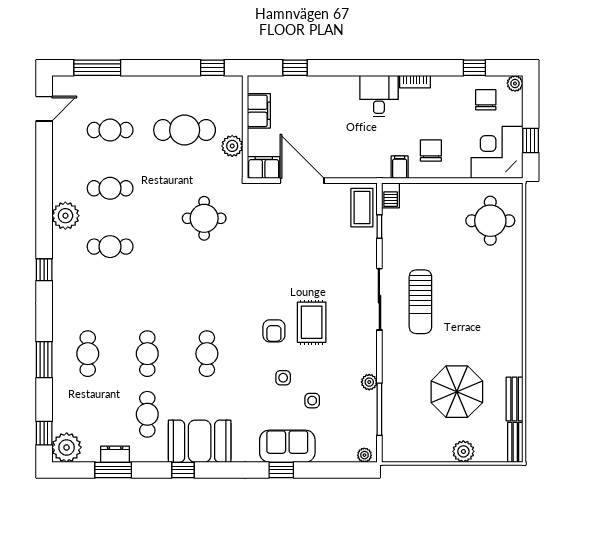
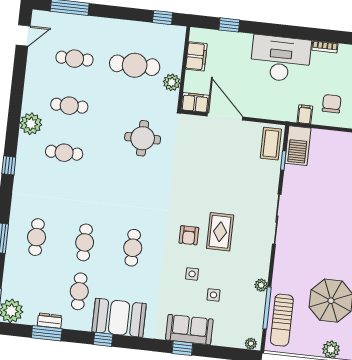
desk: (379, 96) -> (280, 59), width x1.87, depth x1.30
barbecue: (391, 195) -> (298, 146), width x1.88, depth x1.53
sun lounger: (420, 302) -> (282, 320), moved

